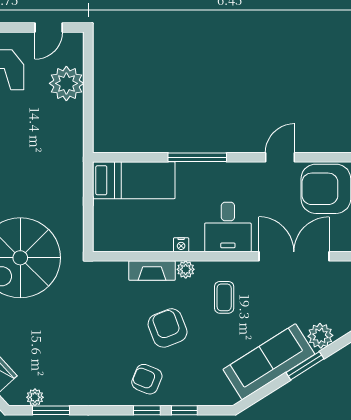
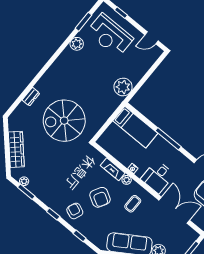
plant: (66, 83) -> (123, 87), moved
armchair: (168, 328) -> (100, 197), turned 140
window: (147, 410) -> (53, 214), moved

